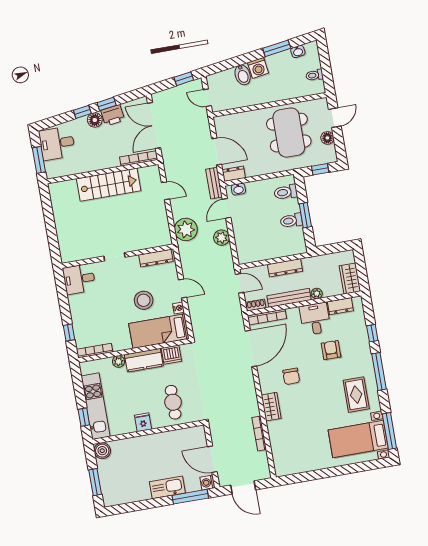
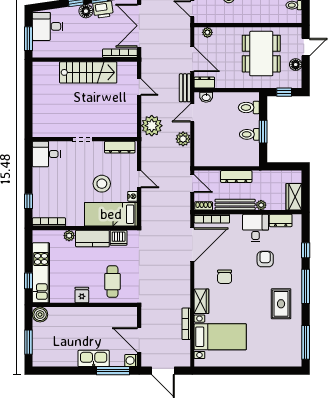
plant: (228, 120) -> (207, 32), added
bed with nightstands: (358, 439) -> (220, 337), moved, turned 180

